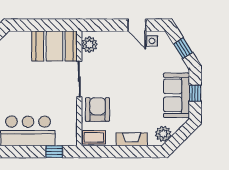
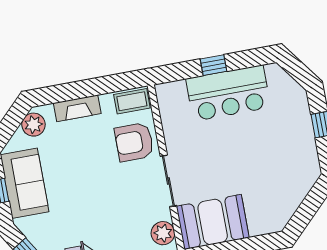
armchair: (98, 110) -> (134, 142), turned 90
window: (54, 152) -> (213, 65), moved

